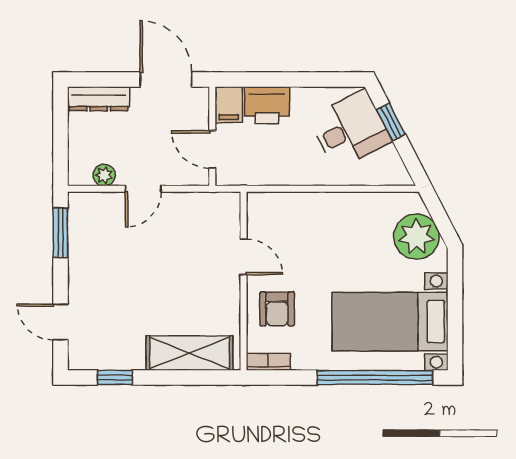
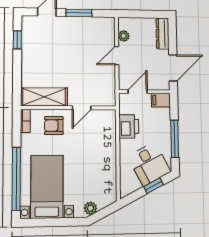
window: (303, 80) -> (175, 139), added
printer: (267, 105) -> (129, 126), moved, turned 180
door: (143, 189) -> (117, 56), hinge flipped
window: (60, 233) -> (79, 13), moved
plant: (416, 237) -> (90, 208), width x0.53, depth x0.53
shelving: (189, 353) -> (44, 97), moved, turned 90

